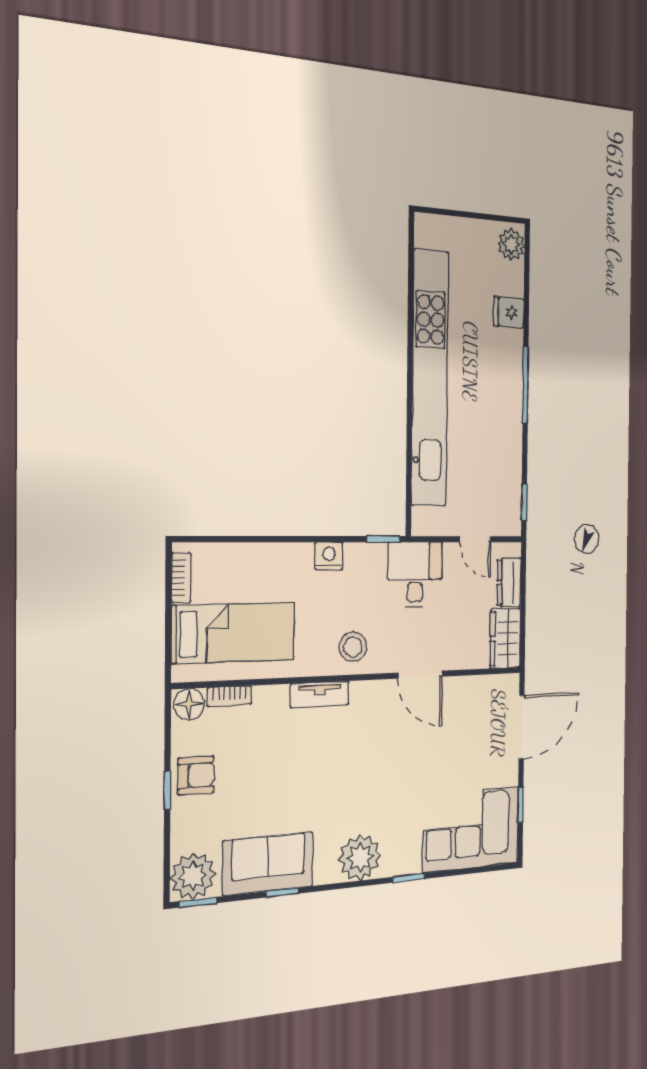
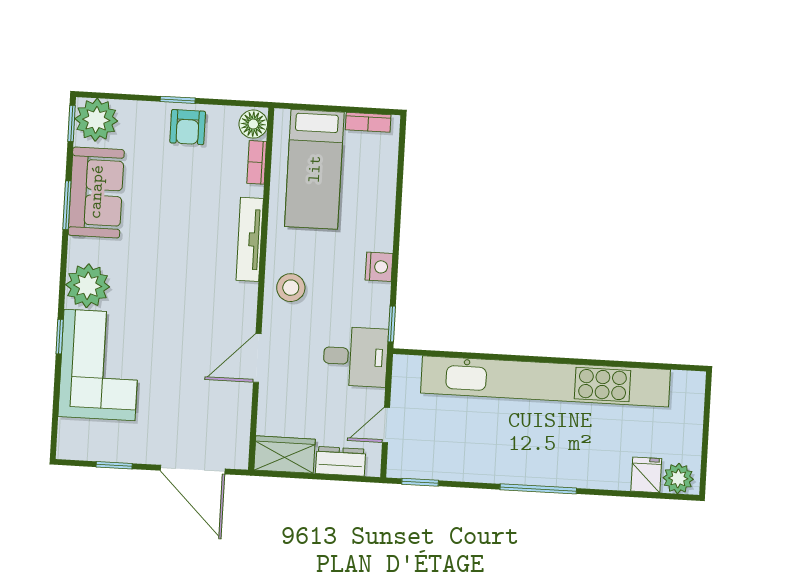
fridge: (509, 312) -> (646, 475), moved
tv unit: (320, 694) -> (250, 239), width x1.41
corner sofa: (471, 830) -> (99, 365), moved
window: (282, 892) -> (67, 205), width x1.50

